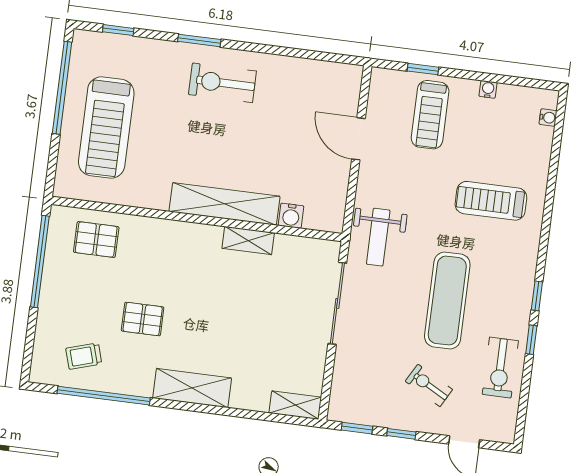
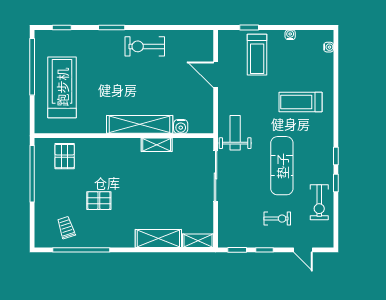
exercise bike: (222, 83) -> (145, 46), moved
treadmill: (106, 128) -> (62, 87), turned 180
weight bench: (378, 237) -> (235, 133), turned 180
pallet: (96, 240) -> (65, 156), turned 90
trolley: (84, 356) -> (66, 228), turned 89
exercise bike: (429, 385) -> (277, 219), turned 151
shelving: (192, 388) -> (158, 239), moved

